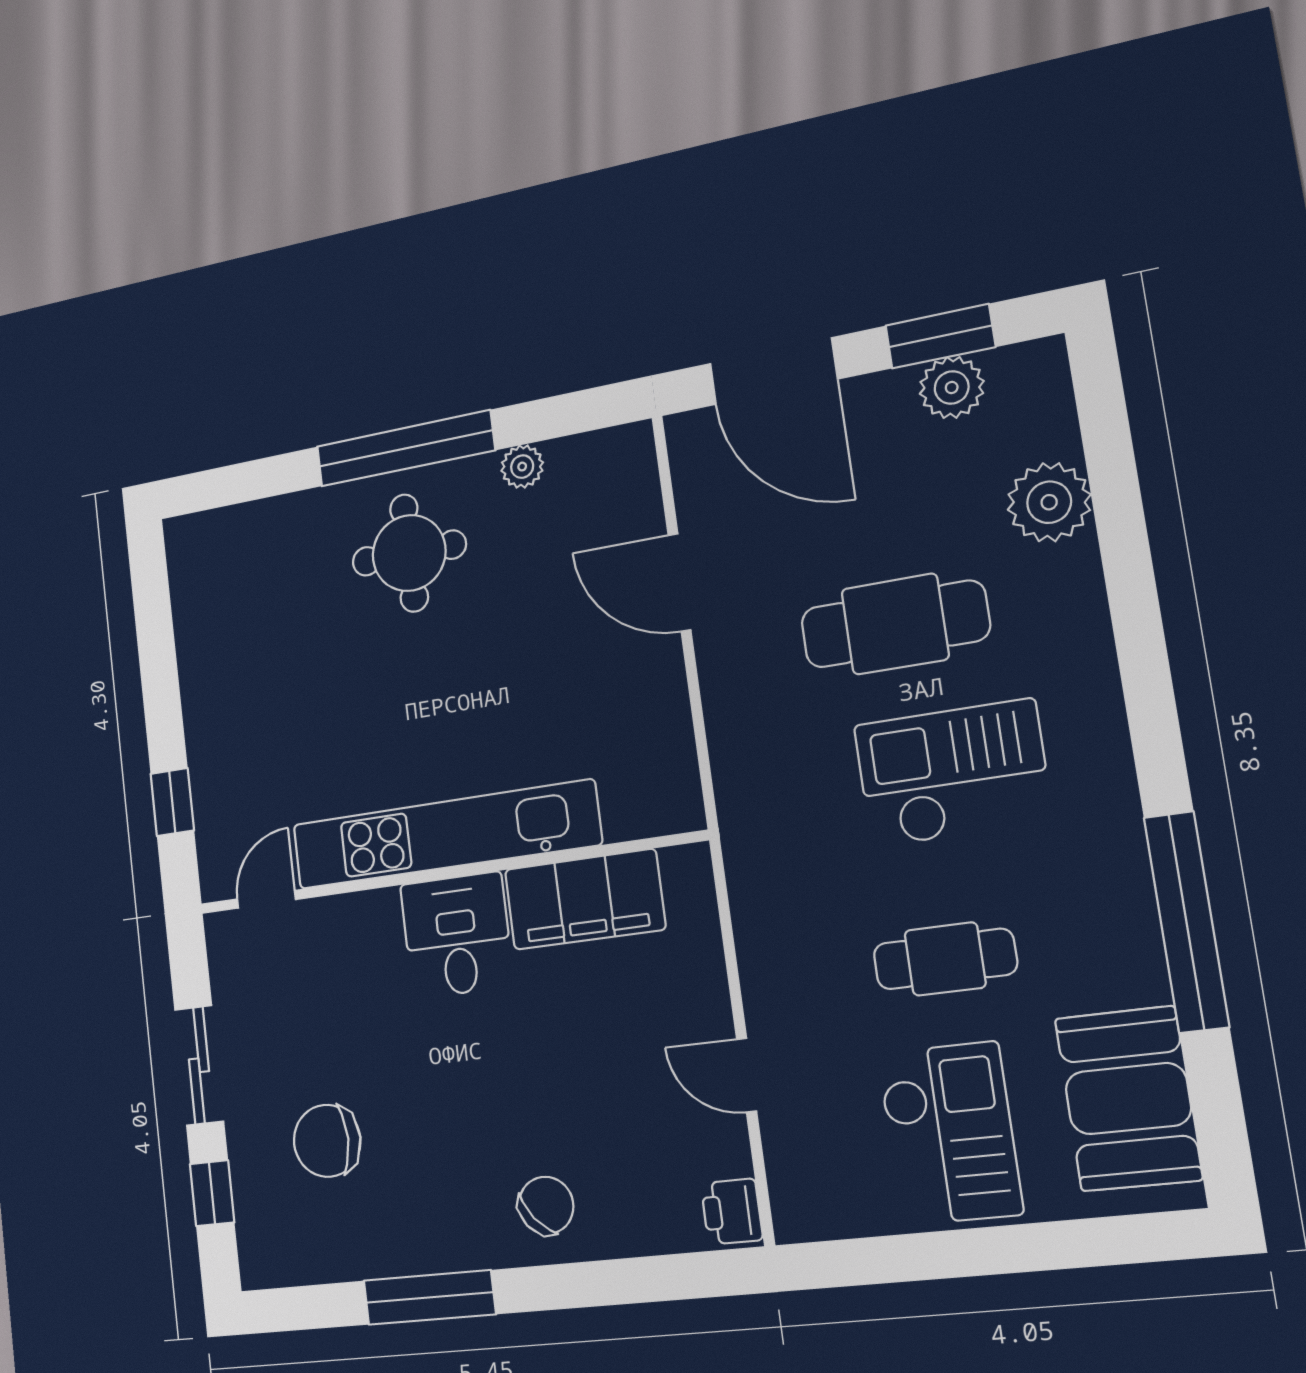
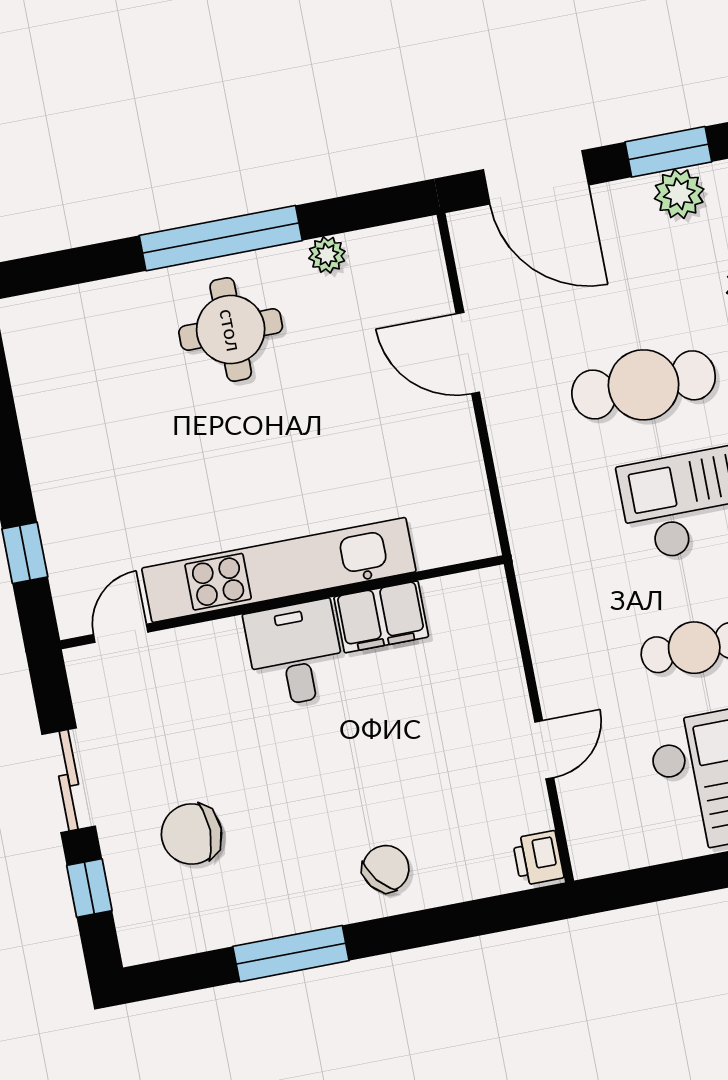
filing cabinet: (585, 899) -> (381, 617), width x0.67, depth x0.86
door: (747, 1075) -> (544, 750), swing flipped

